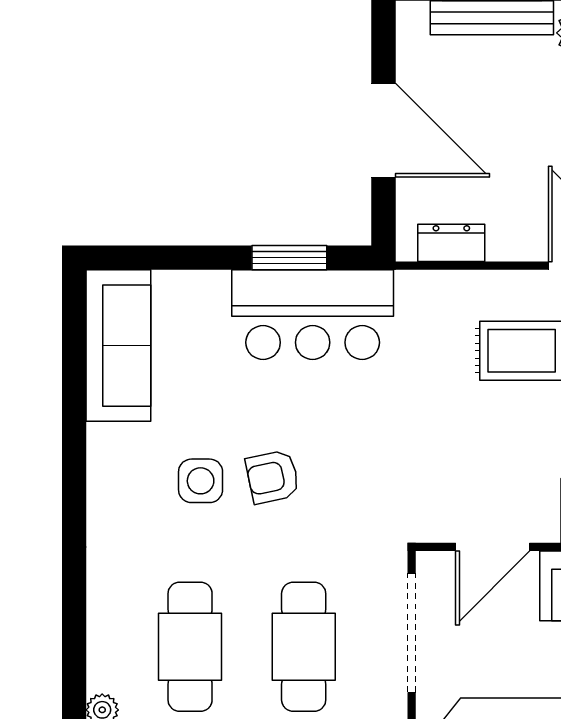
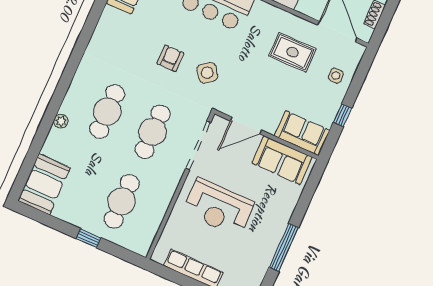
armchair: (272, 477) -> (170, 58), turned 102
side table: (201, 481) -> (207, 73), moved, turned -38

